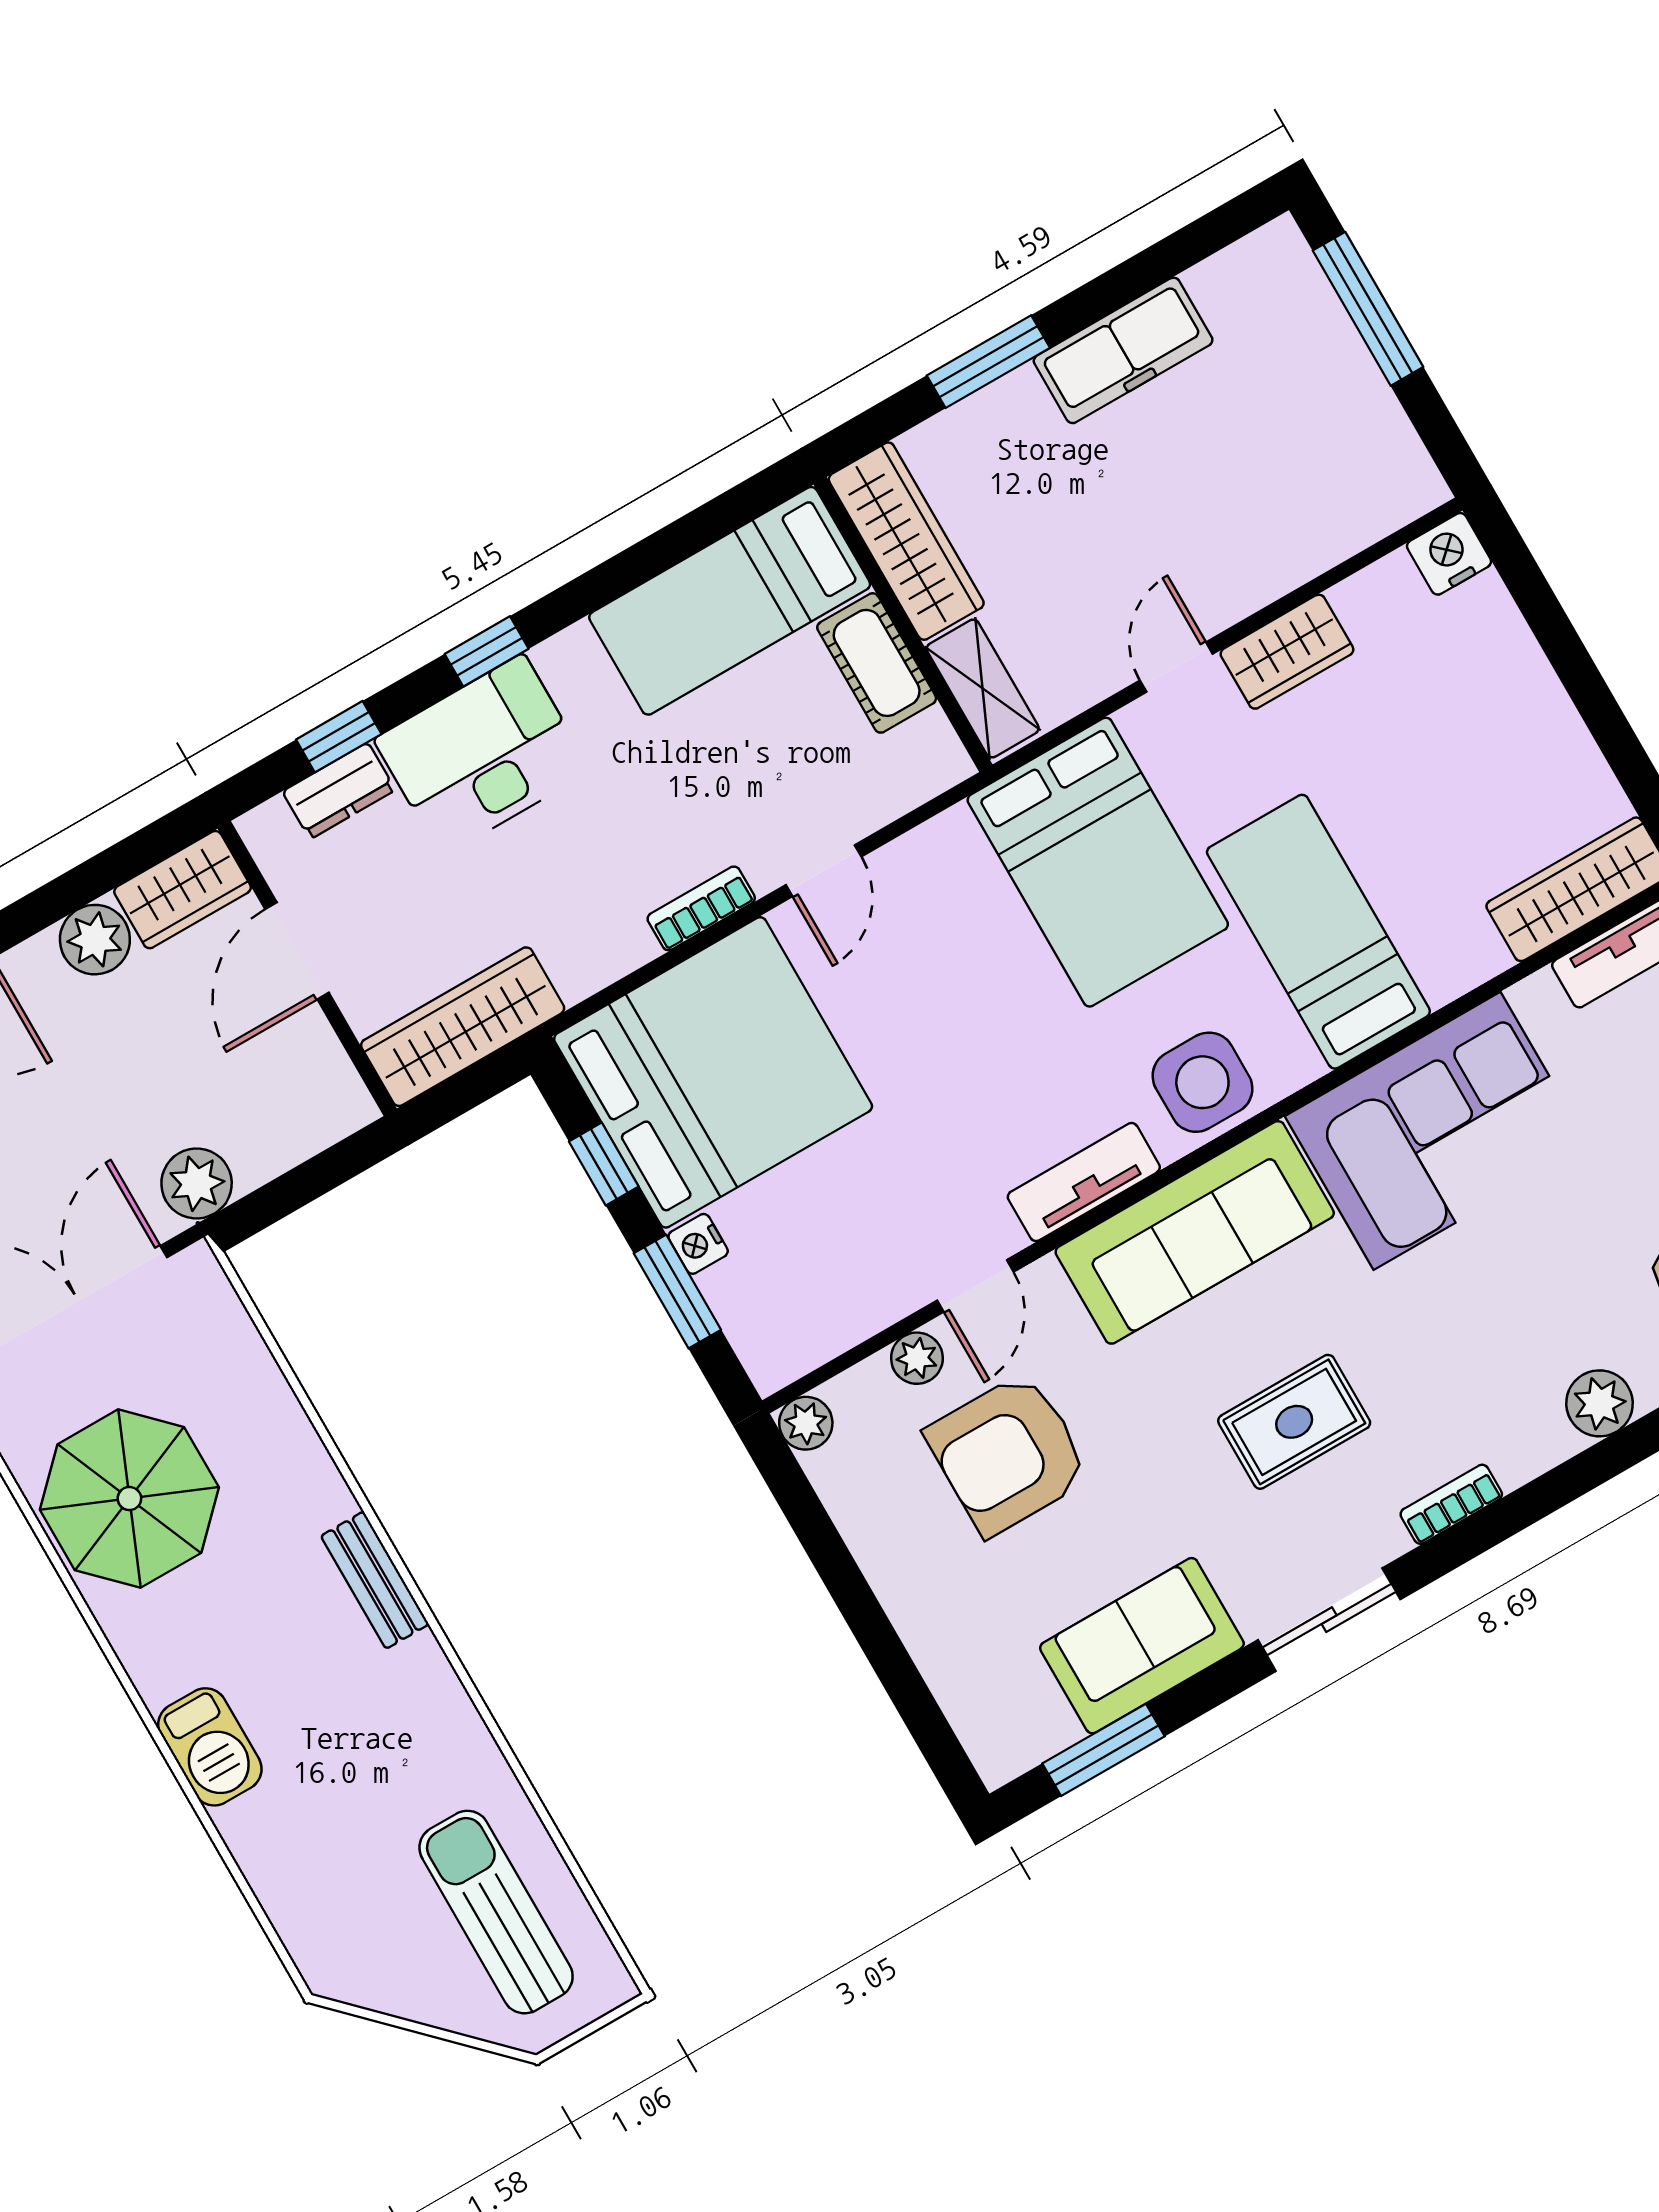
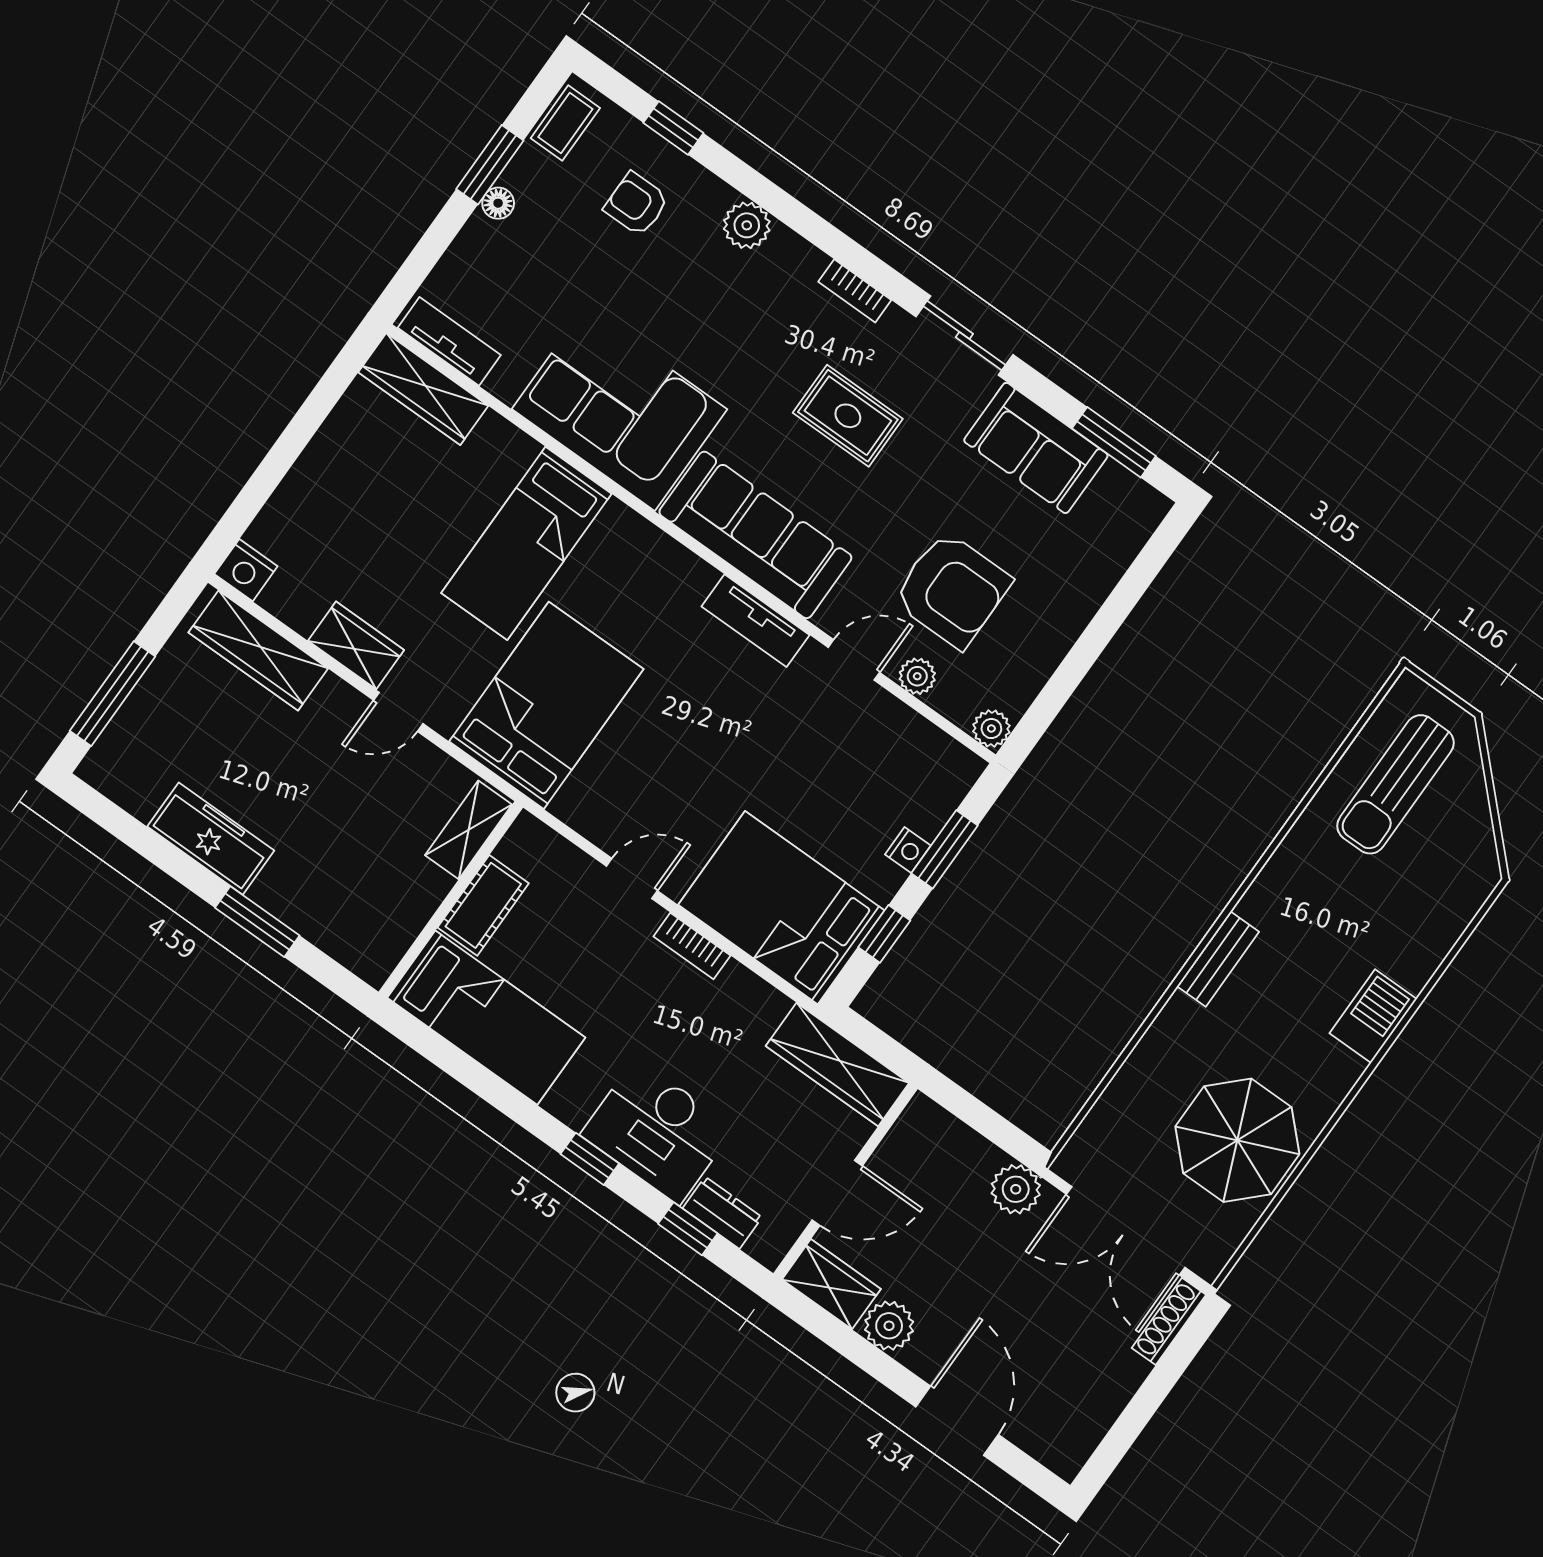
wardrobe: (906, 541) -> (258, 651), moved, turned -90
bed: (713, 1072) -> (781, 908), width x0.73
side table: (1202, 1082) -> (657, 574), removed

